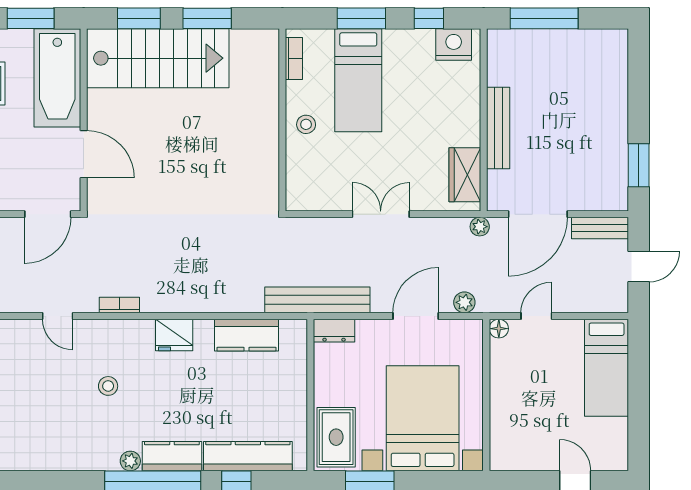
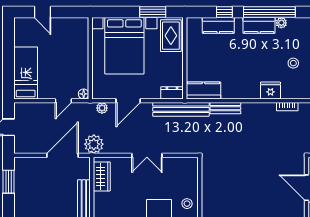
plant: (480, 227) -> (94, 144), width x1.87, depth x1.87
bench: (600, 228) -> (225, 108), moved
fridge: (174, 335) -> (270, 90), moved
kitchen counter: (246, 335) -> (204, 90), moved
kitchen counter: (248, 456) -> (218, 25), width x0.67

